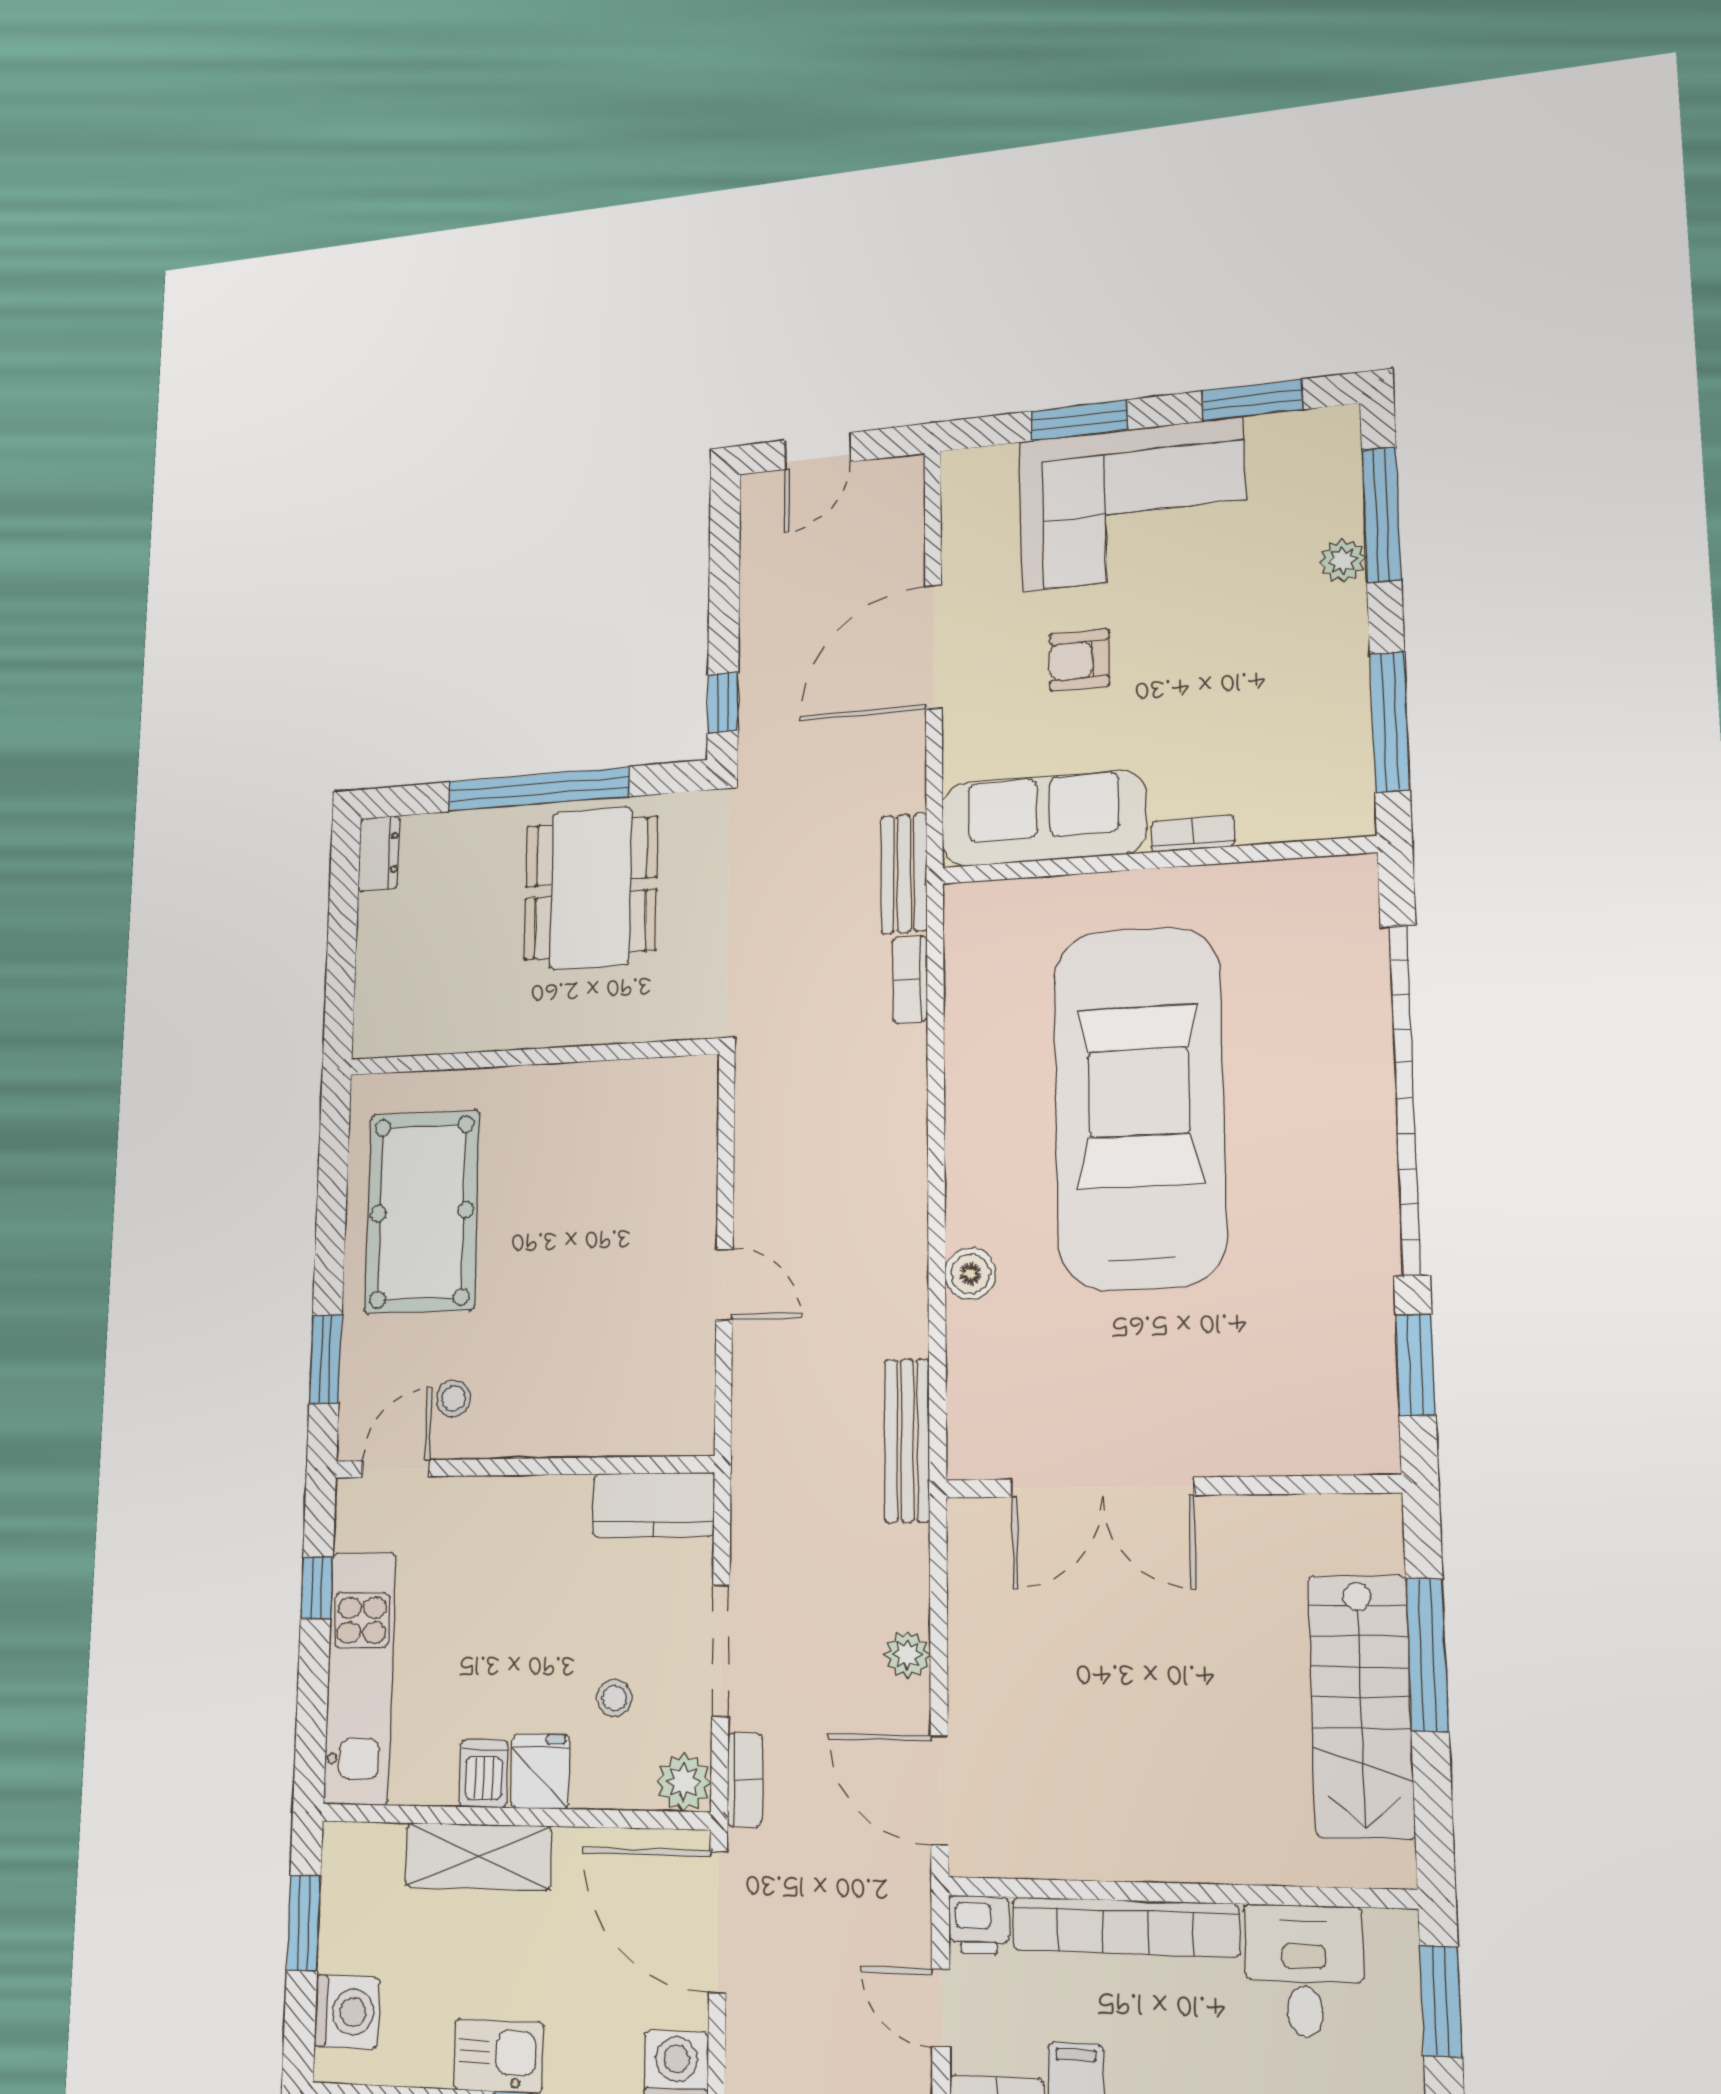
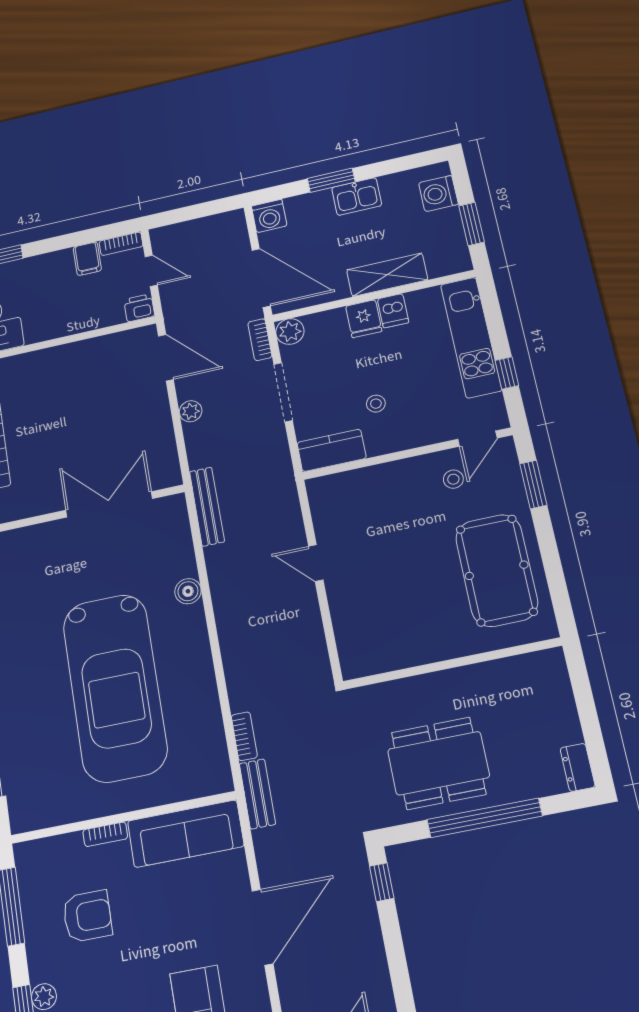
armchair: (1079, 660) -> (87, 916), moved, width x1.38, depth x1.38
dining table: (591, 888) -> (438, 763), turned 90
stool: (614, 1698) -> (376, 404), moved
bookcase: (1125, 1927) -> (74, 324), removed

